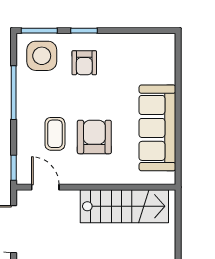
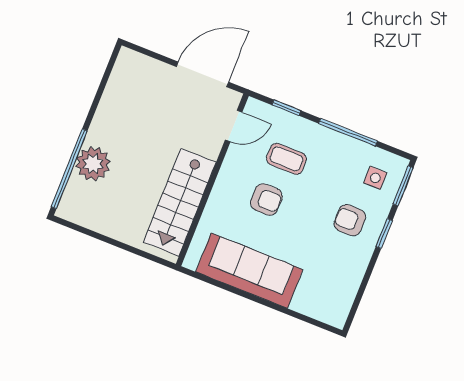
side table: (42, 56) -> (375, 178), width x0.54, depth x0.54
armchair: (94, 137) -> (266, 200), width x0.72, depth x0.72
window: (14, 168) -> (286, 108), moved

